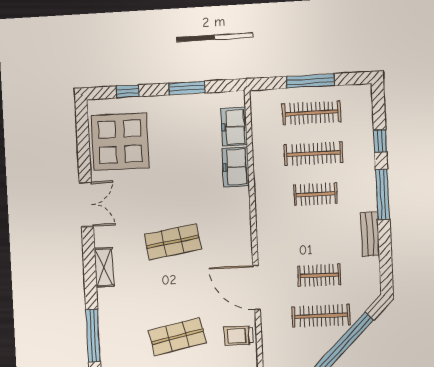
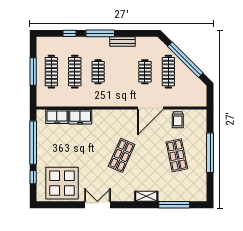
window: (187, 88) -> (33, 143), width x2.11
shop shelf: (173, 242) -> (122, 155), turned 33
shelving: (104, 267) -> (146, 196), moved

